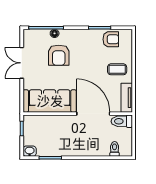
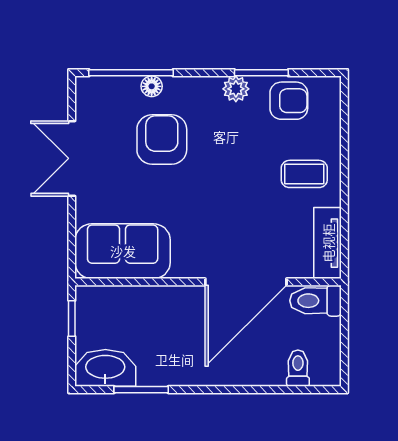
plant: (89, 34) -> (236, 89), added
armchair: (59, 55) -> (162, 140), turned 180
sofa: (50, 101) -> (123, 251), width x0.73
door: (93, 114) -> (246, 282), swing flipped
washbasin: (30, 151) -> (105, 368), width x1.91, depth x1.45

